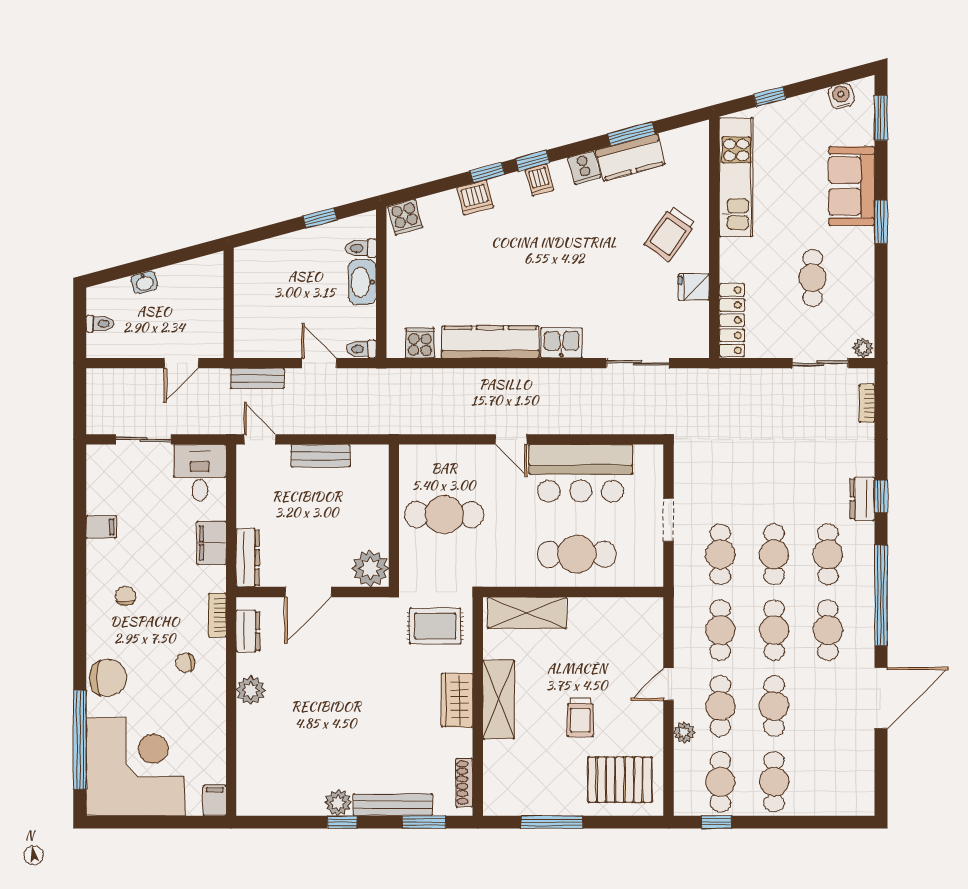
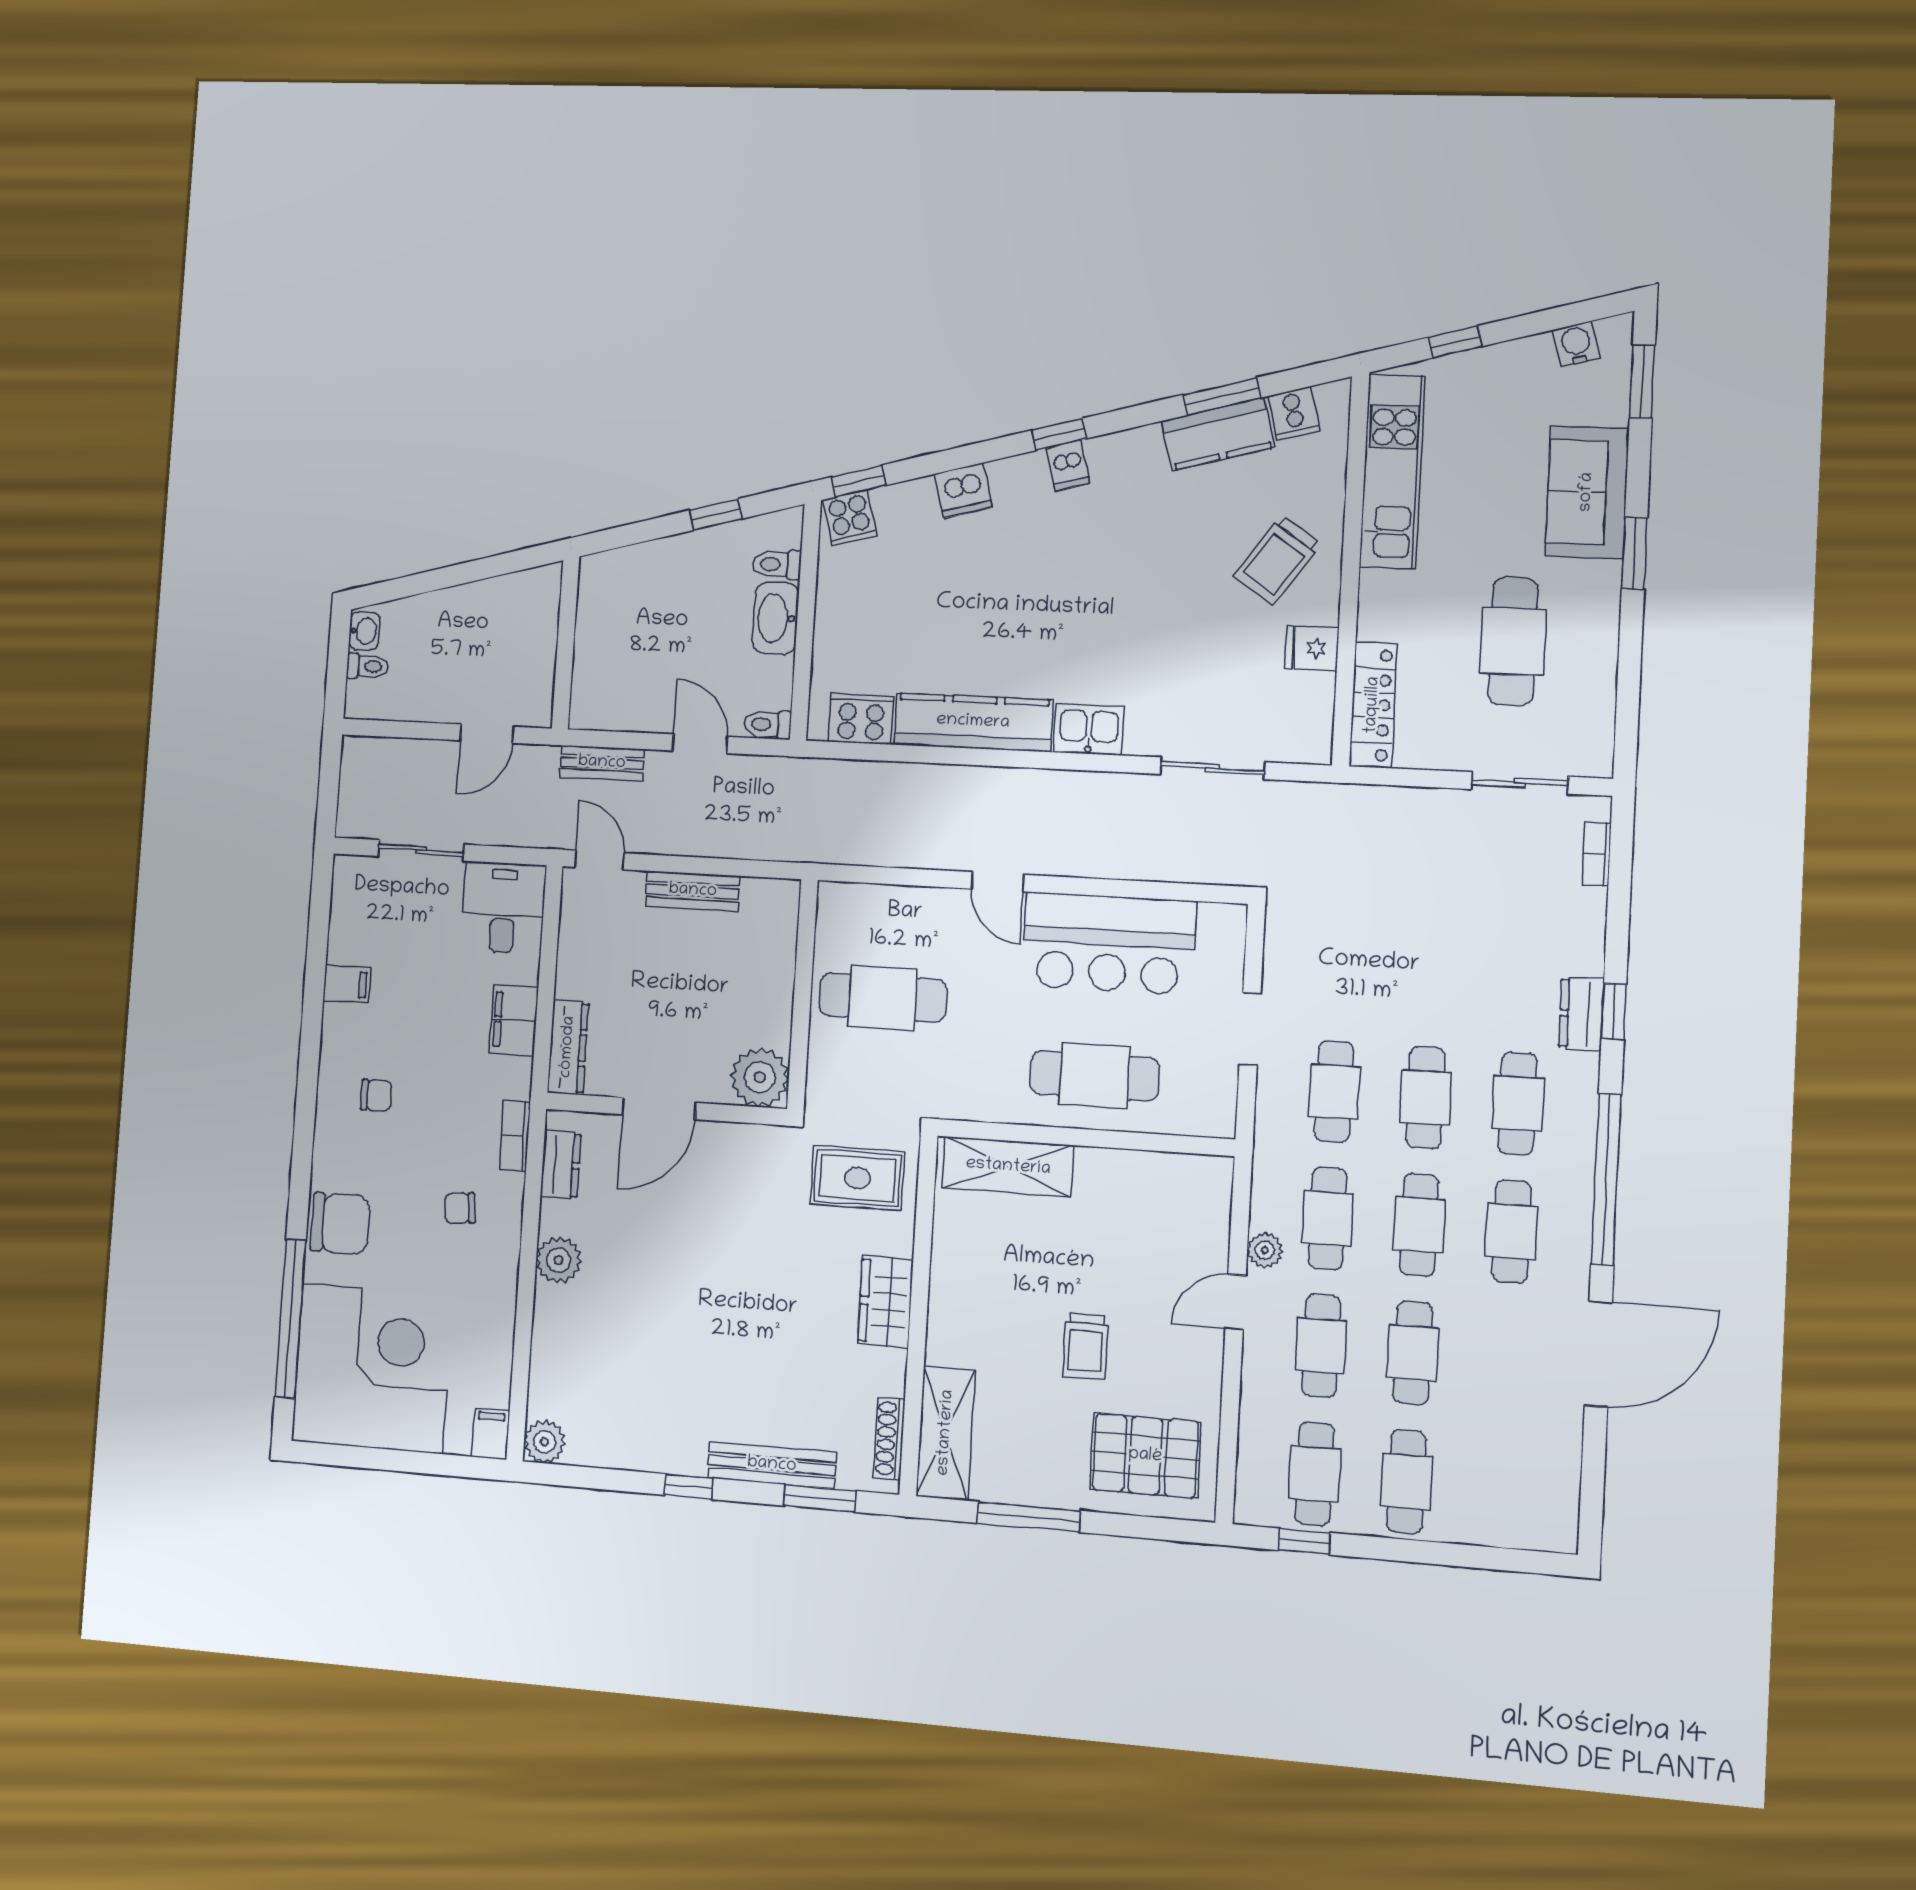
cooker: (584, 168) -> (1294, 413), moved
window: (487, 173) -> (859, 481), moved
cafe table: (812, 278) -> (1513, 641), width x1.37, depth x1.35
washbasin: (144, 282) -> (364, 631), moved, turned -75
cooker: (420, 343) -> (861, 719), width x1.36
plant: (863, 348) -> (1594, 761), removed
chair: (126, 596) -> (376, 1095), turned 90
shelving: (499, 699) -> (946, 1433), moved
plant: (684, 732) -> (1265, 1250), moved
plant: (338, 803) -> (544, 1442), moved

